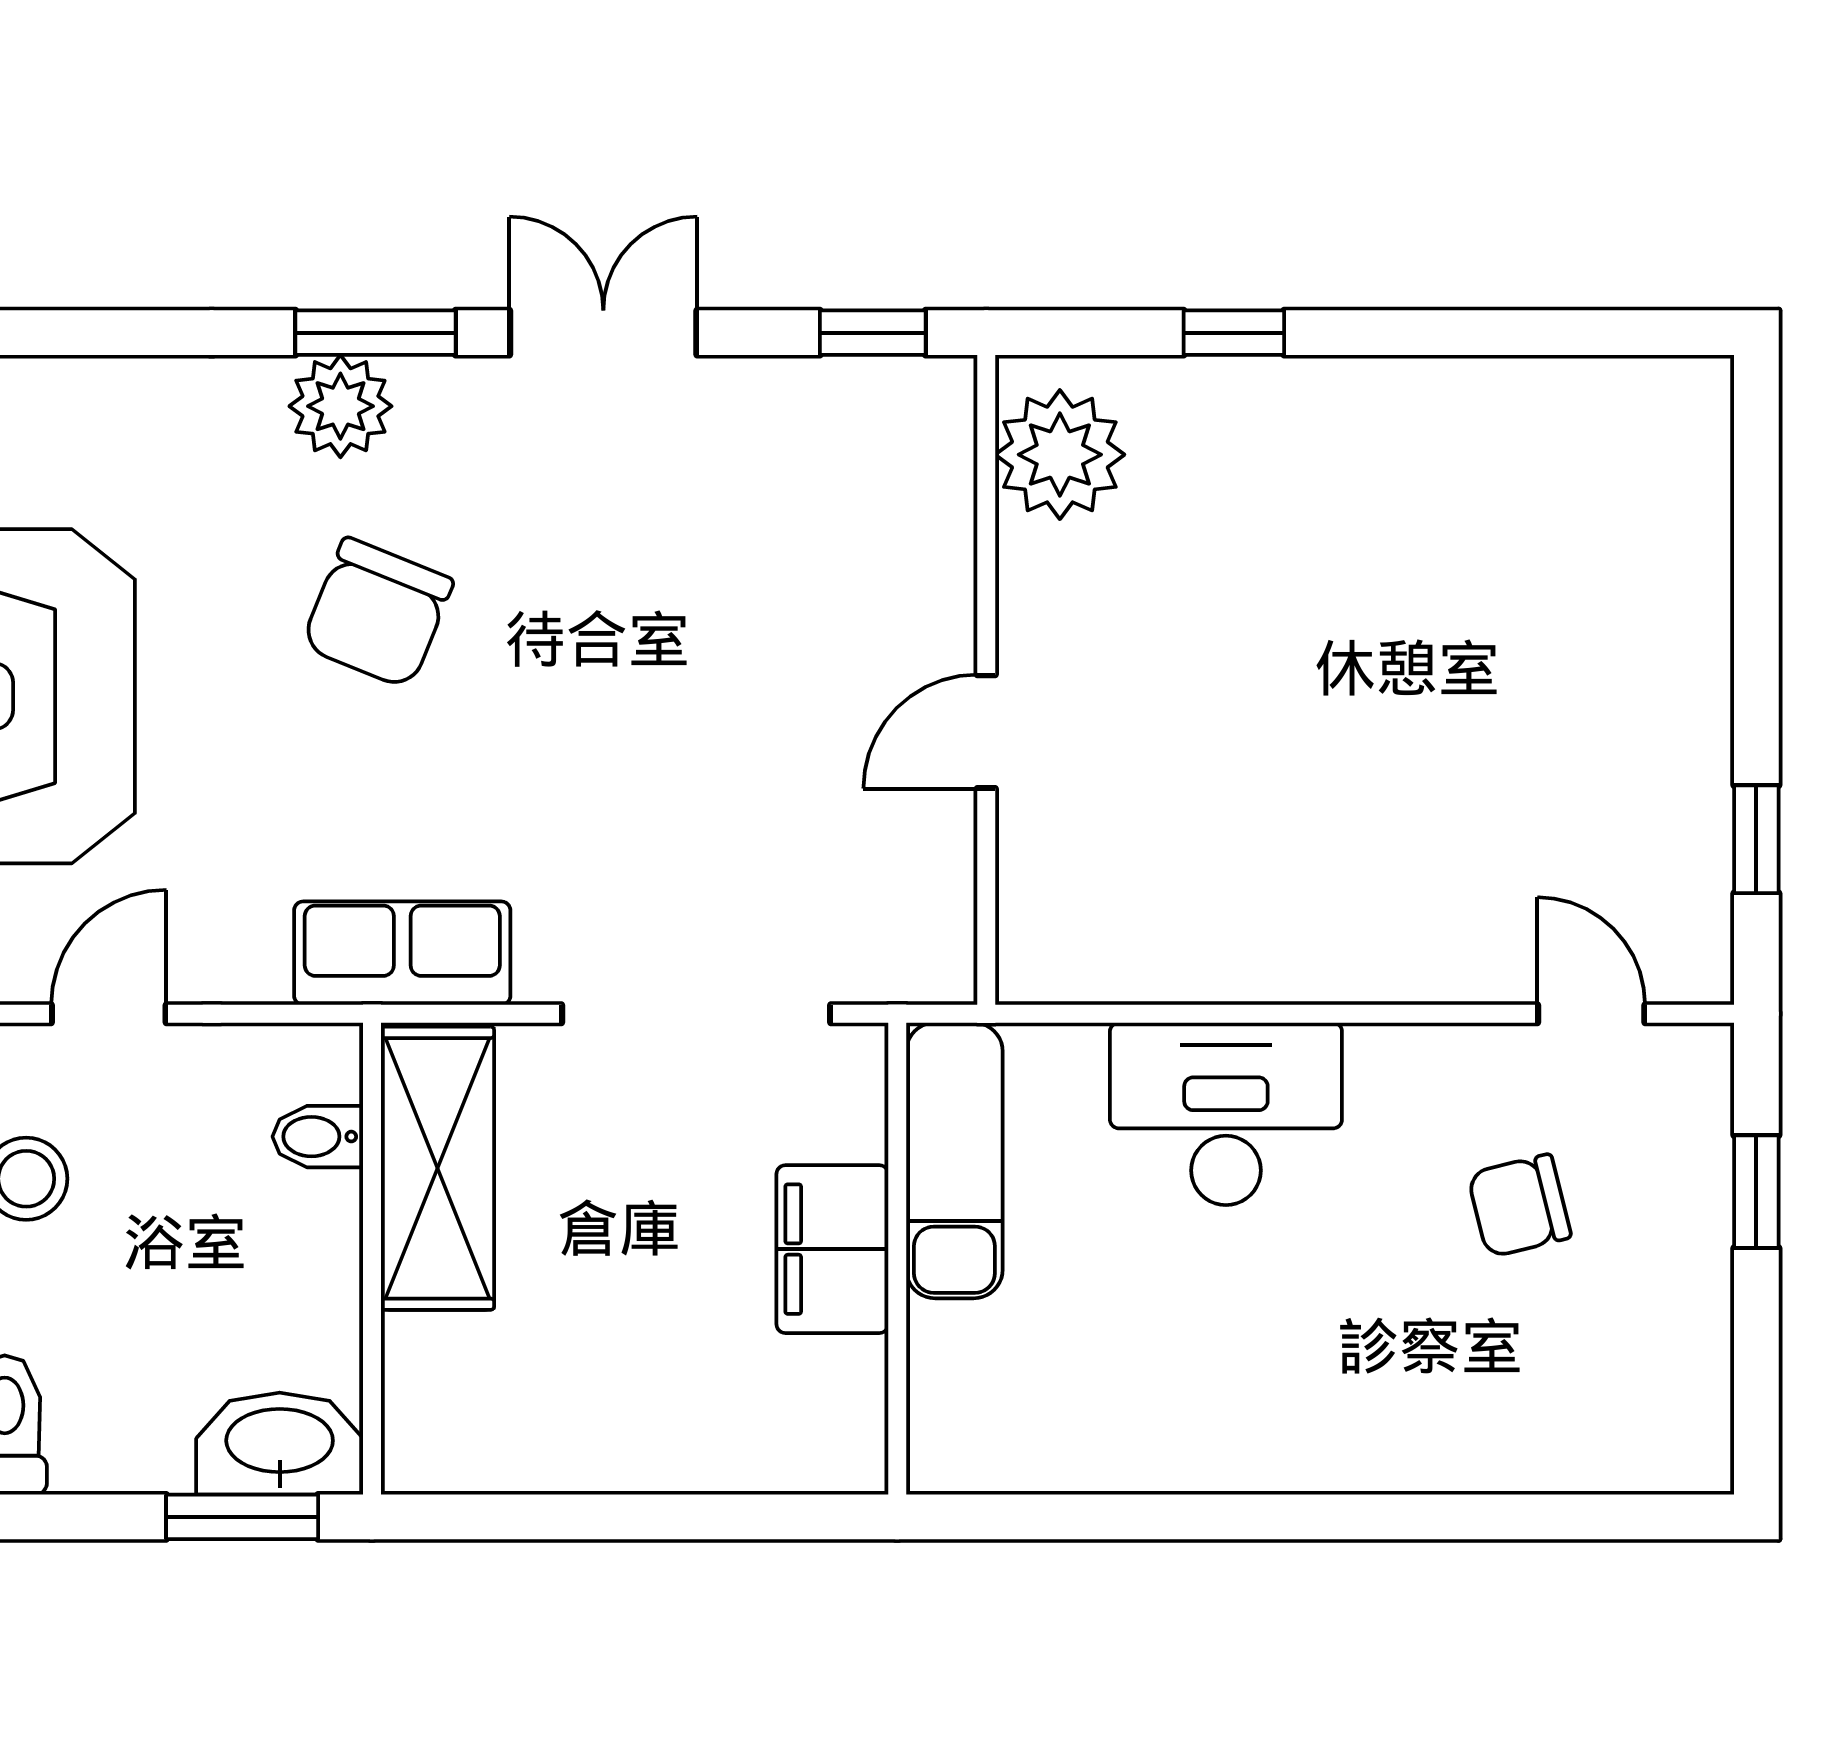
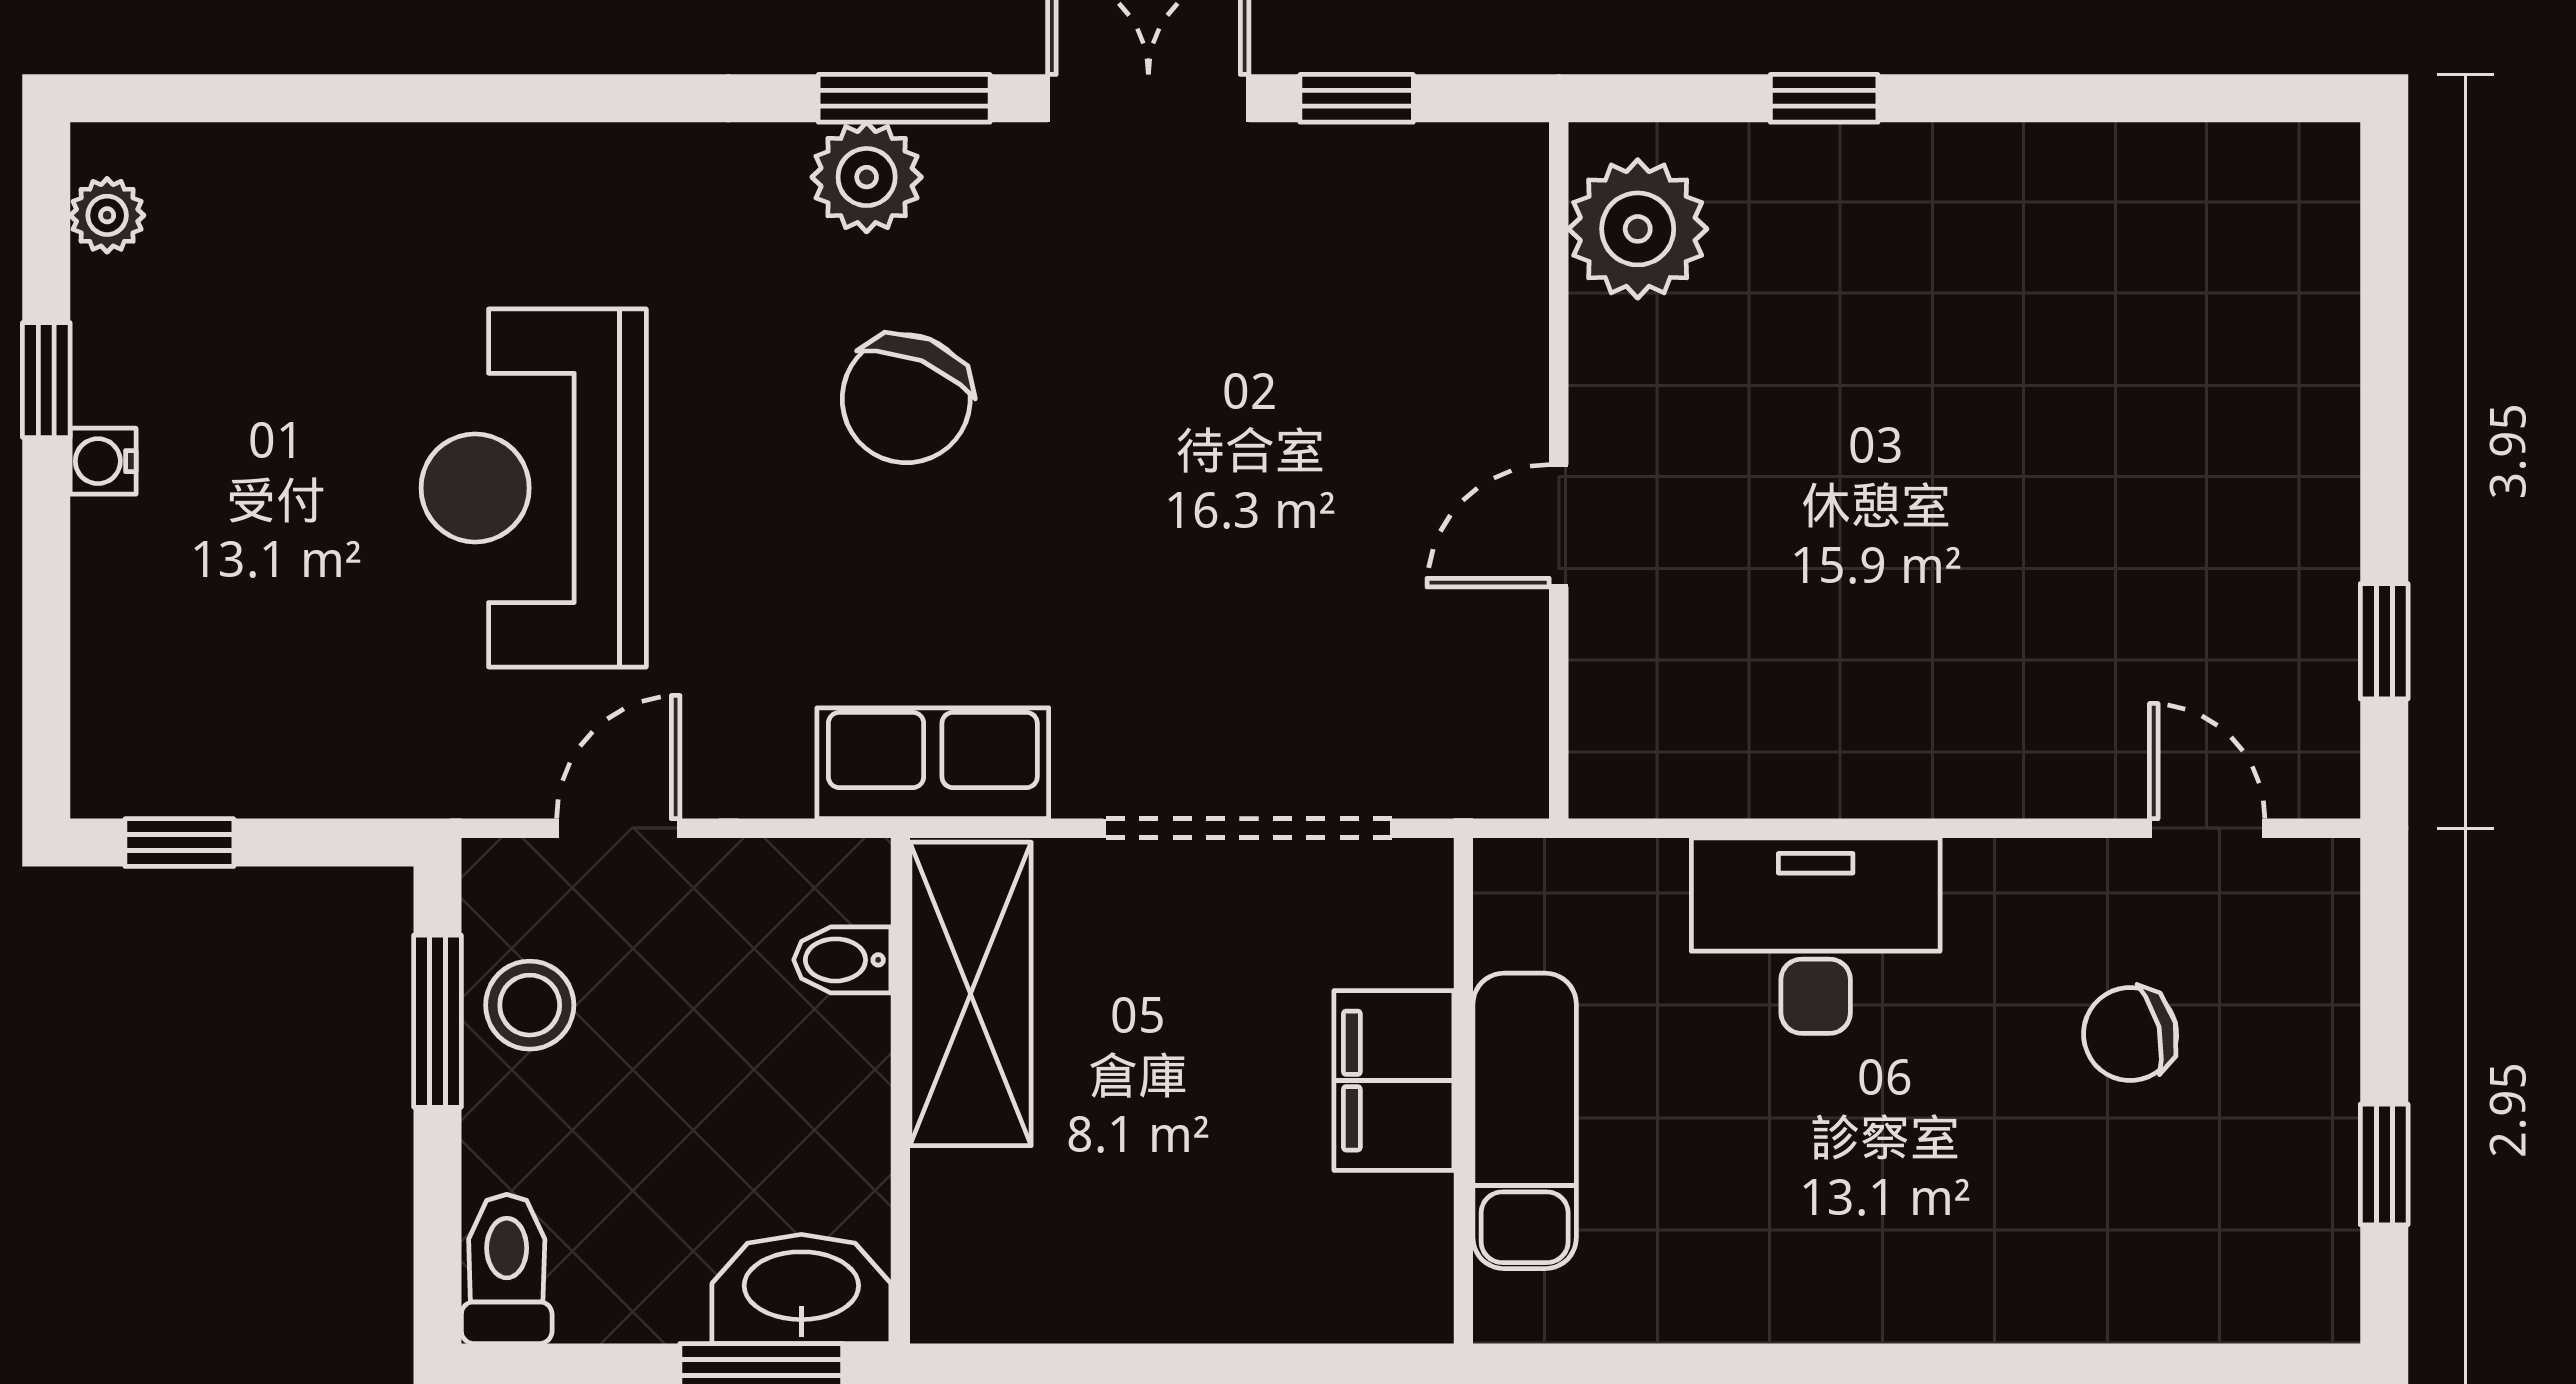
window: (873, 333) -> (1357, 98), moved
exam couch: (954, 1160) -> (1525, 1121), moved
window: (1756, 1192) -> (2384, 1164), moved

